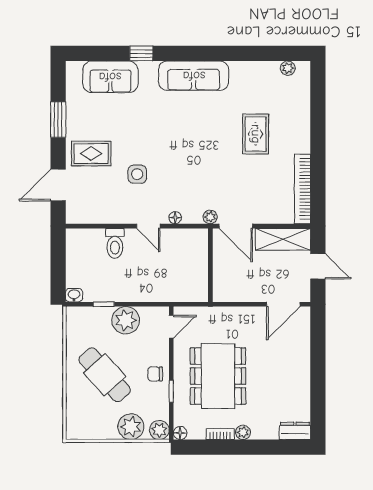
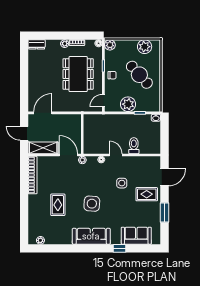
side table: (193, 136) -> (92, 204), added
plant: (131, 427) -> (145, 47), moved

